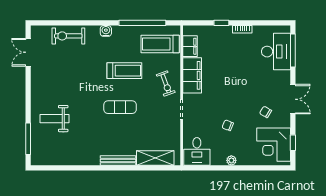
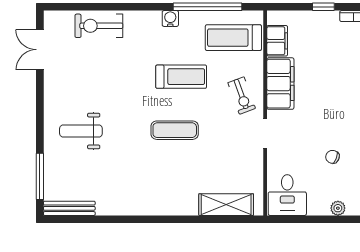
water cooler: (106, 31) -> (170, 18), moved
weight bench: (55, 119) -> (81, 131), moved
bench: (118, 160) -> (69, 208), moved

